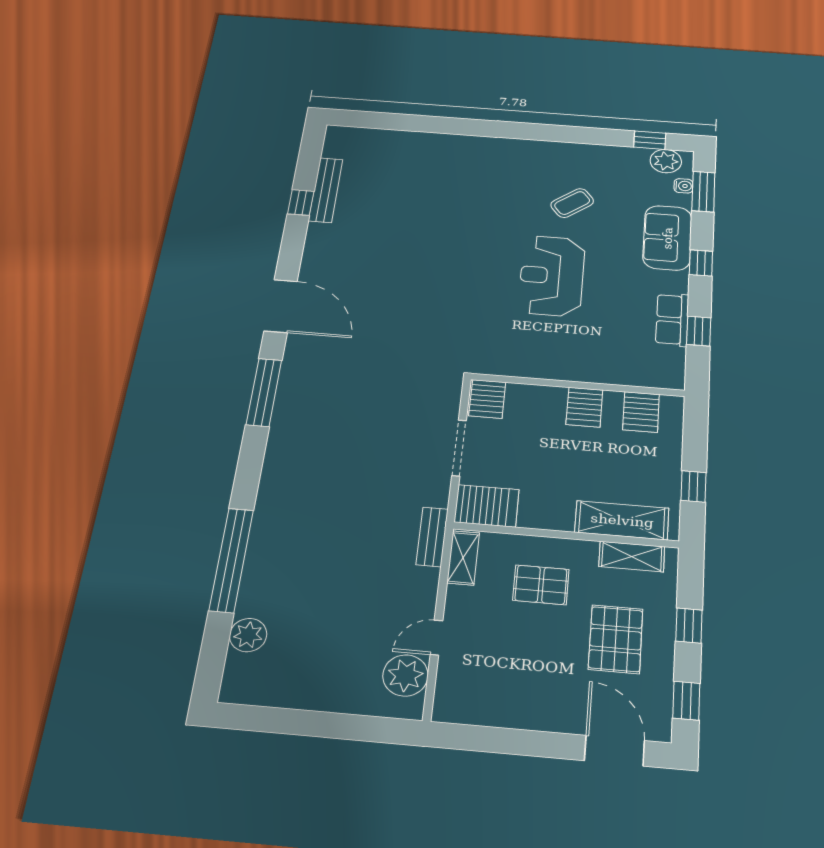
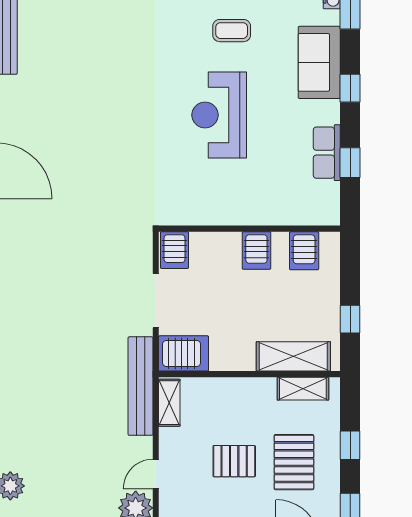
coffee table: (572, 203) -> (232, 31), turned 38
bench: (432, 537) -> (140, 386), width x1.86, depth x1.21
pallet: (541, 585) -> (234, 461), moved

